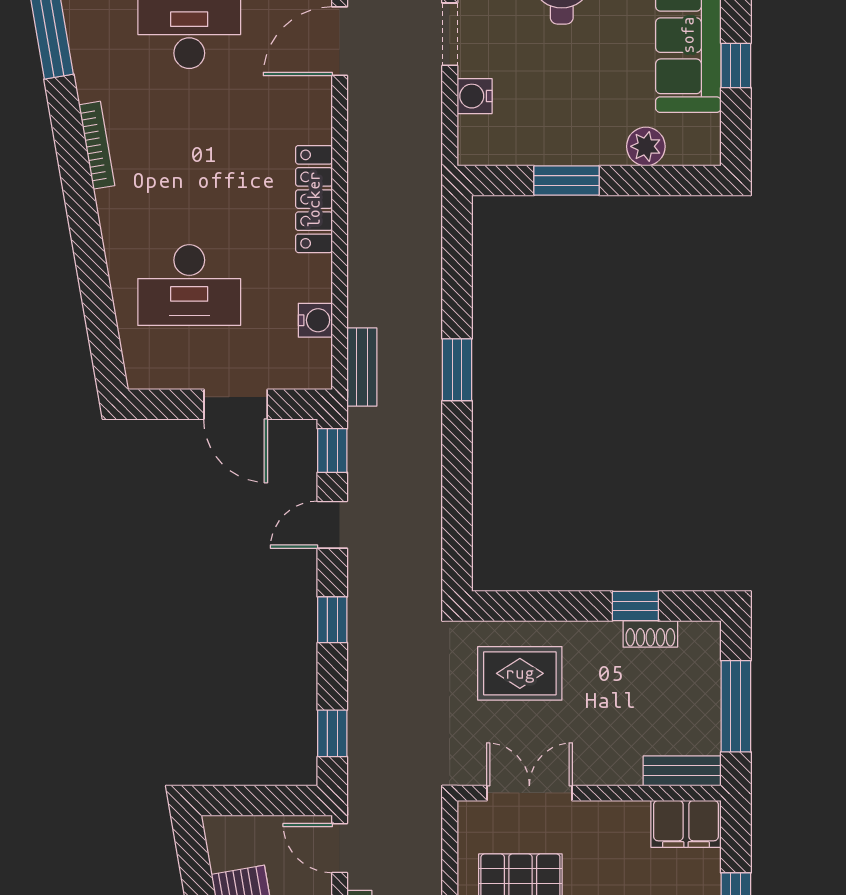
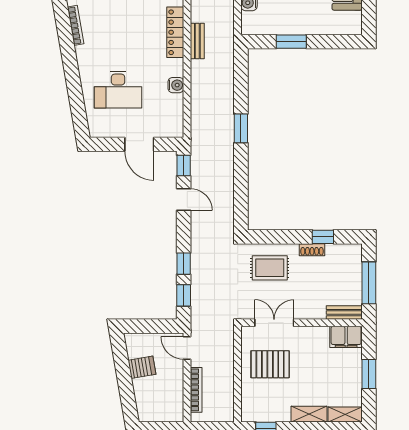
plant: (646, 146) -> (328, 26), removed
locker: (314, 199) -> (175, 32), moved
water cooler: (315, 320) -> (176, 85), moved
bench: (362, 367) -> (197, 41), moved
door: (332, 525) -> (184, 200), swing flipped
window: (332, 620) -> (184, 264), moved
shoe rack: (650, 634) -> (312, 250), moved

